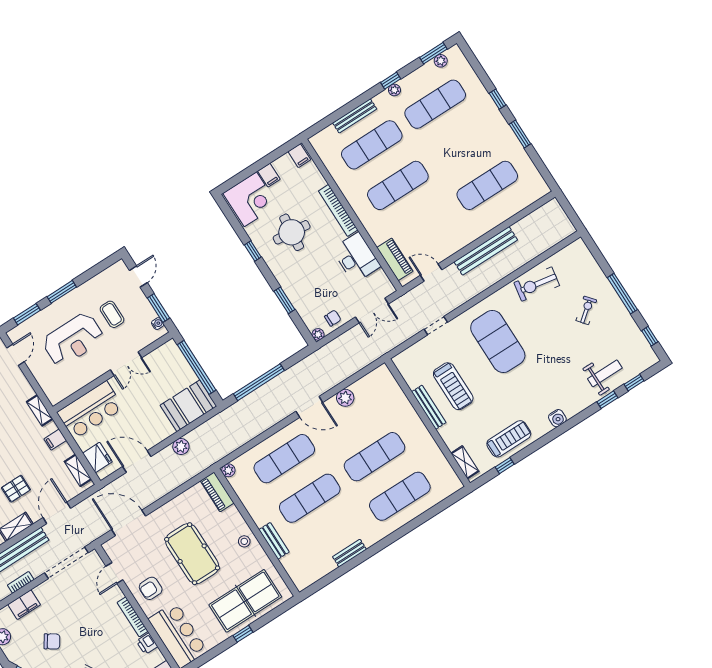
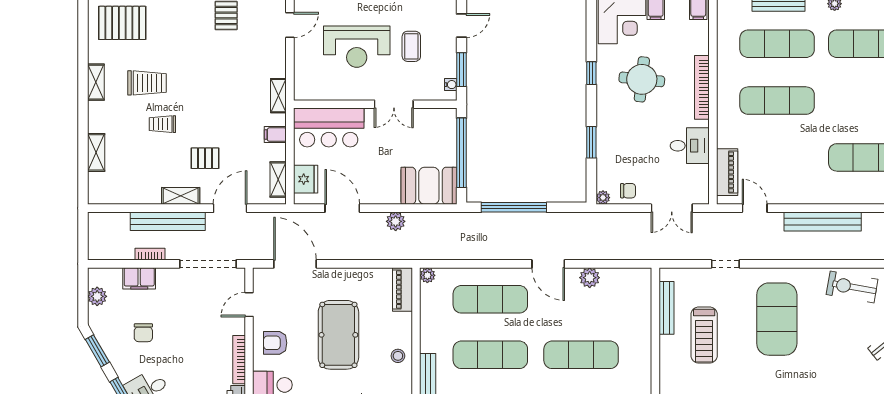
desk: (356, 258) -> (690, 146), width x0.73
bench: (429, 407) -> (667, 308), moved
chair: (52, 641) -> (143, 333), turned 56

